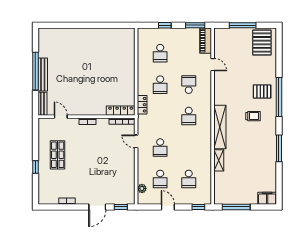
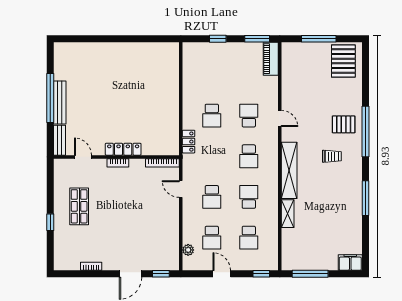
school desk: (160, 53) -> (249, 197), moved, turned 180
door: (213, 65) -> (280, 119), moved
locker: (121, 111) -> (123, 149), moved

